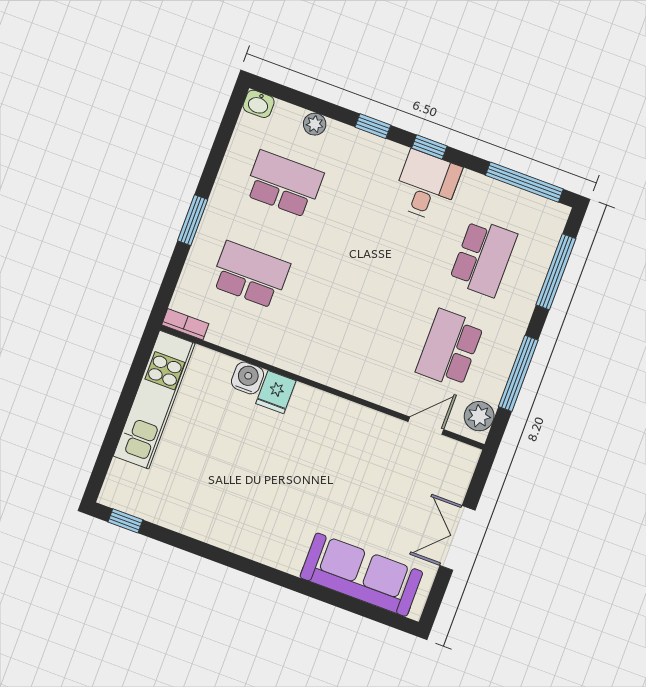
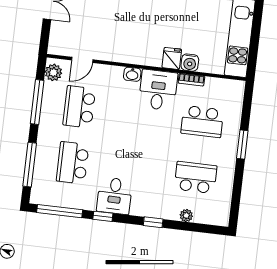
washbasin: (259, 104) -> (132, 74), moved, turned 180
window: (429, 147) -> (103, 216), moved
school desk: (284, 184) -> (196, 177), turned 180
bookcase: (185, 324) -> (191, 80), moved
desk: (312, 345) -> (158, 90), added
school desk: (450, 348) -> (79, 107), turned 180

